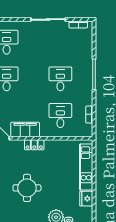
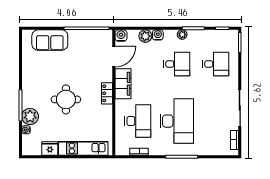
desk: (60, 79) -> (177, 121), width x1.87, depth x1.30
desk: (60, 116) -> (138, 121), width x1.37
round table: (27, 188) -> (66, 99), moved

